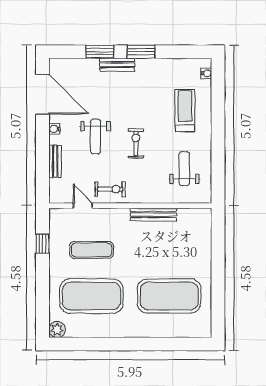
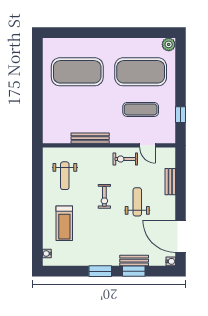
bench: (117, 65) -> (134, 261), moved
water cooler: (54, 129) -> (171, 261), moved

